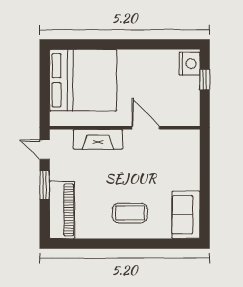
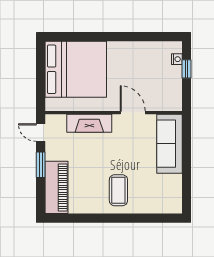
nightstand: (189, 64) -> (177, 59), width x0.53, depth x0.56
coffee table: (130, 213) -> (118, 190), turned 90
sofa: (186, 215) -> (169, 144), moved, width x1.36

